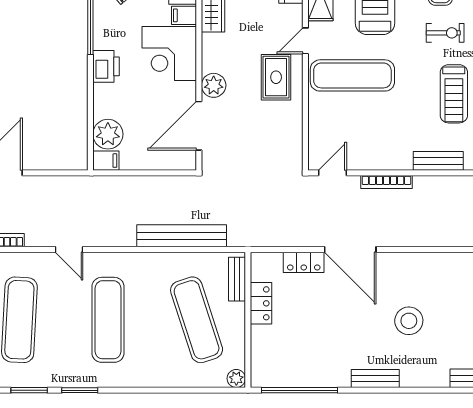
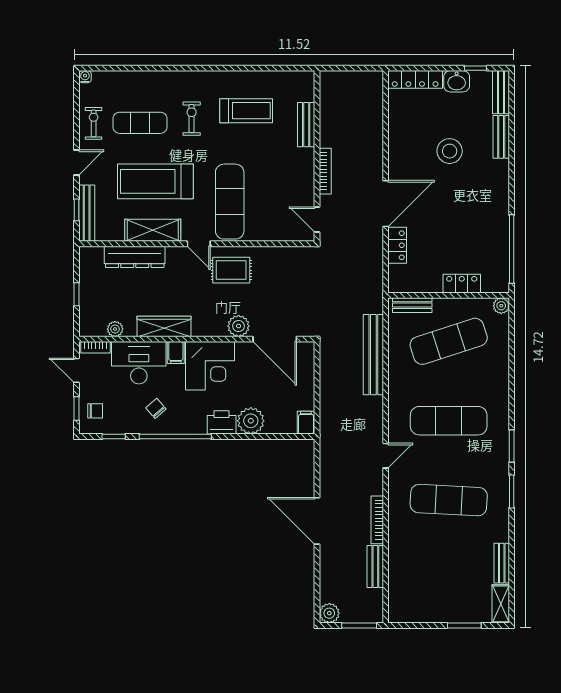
plant: (108, 134) -> (251, 421), moved
locker: (261, 303) -> (462, 284), moved
bench: (375, 378) -> (501, 137), moved

